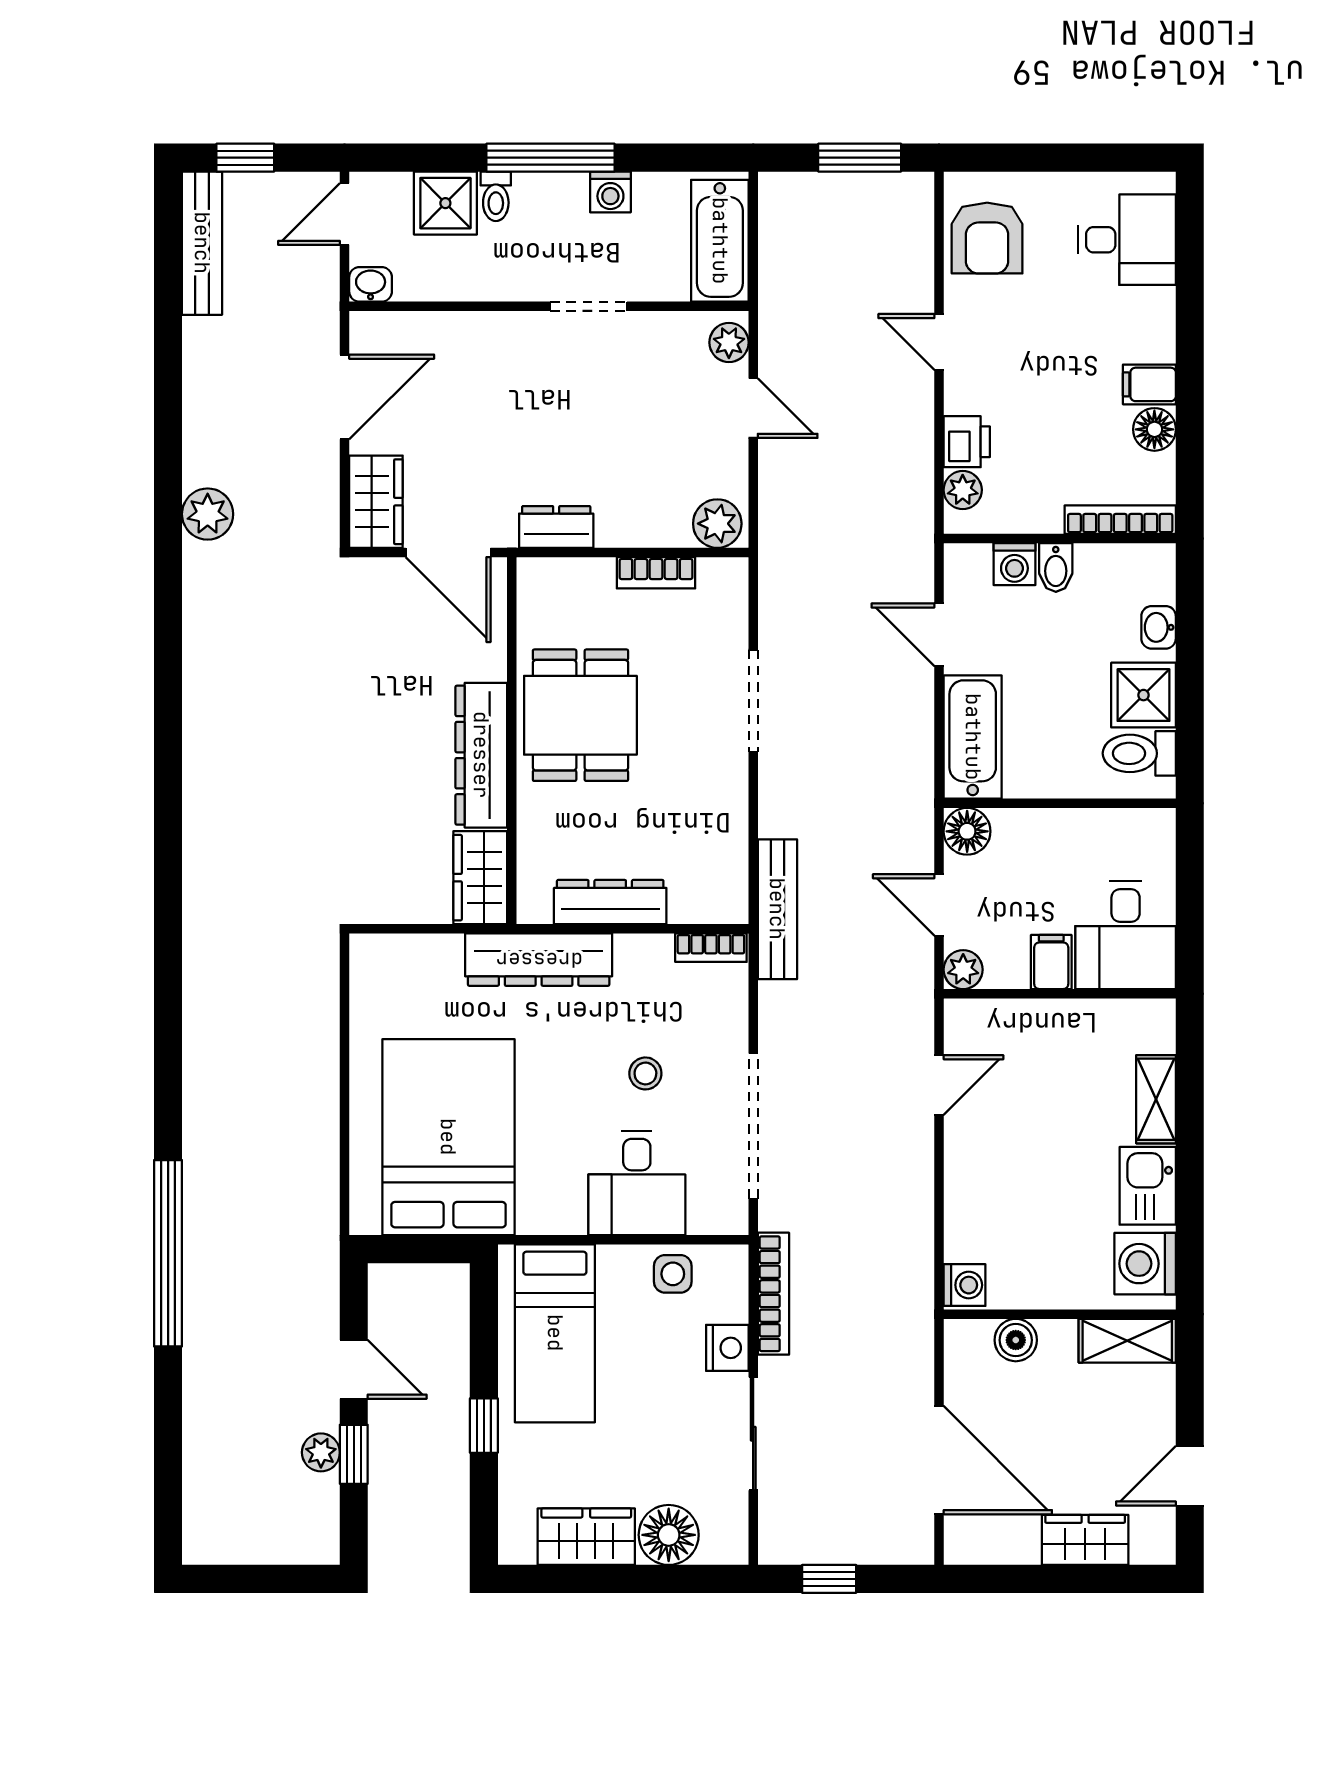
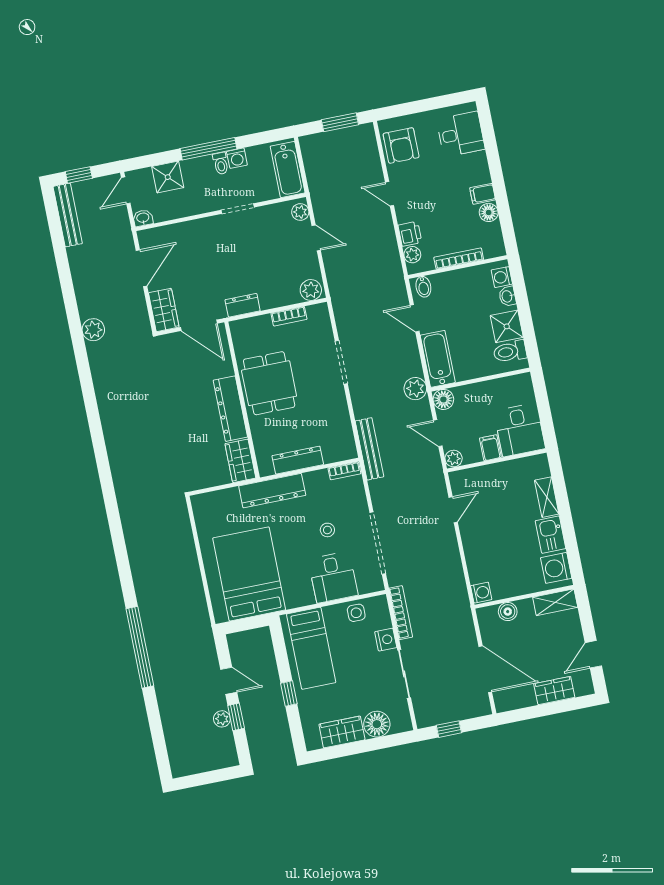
toilet: (496, 196) -> (221, 163), moved
bookcase: (1120, 520) -> (459, 258), moved
washing machine: (1014, 564) -> (502, 277), moved, turned 90
bidet: (1056, 568) -> (423, 287), moved
plant: (909, 794) -> (415, 389), added

